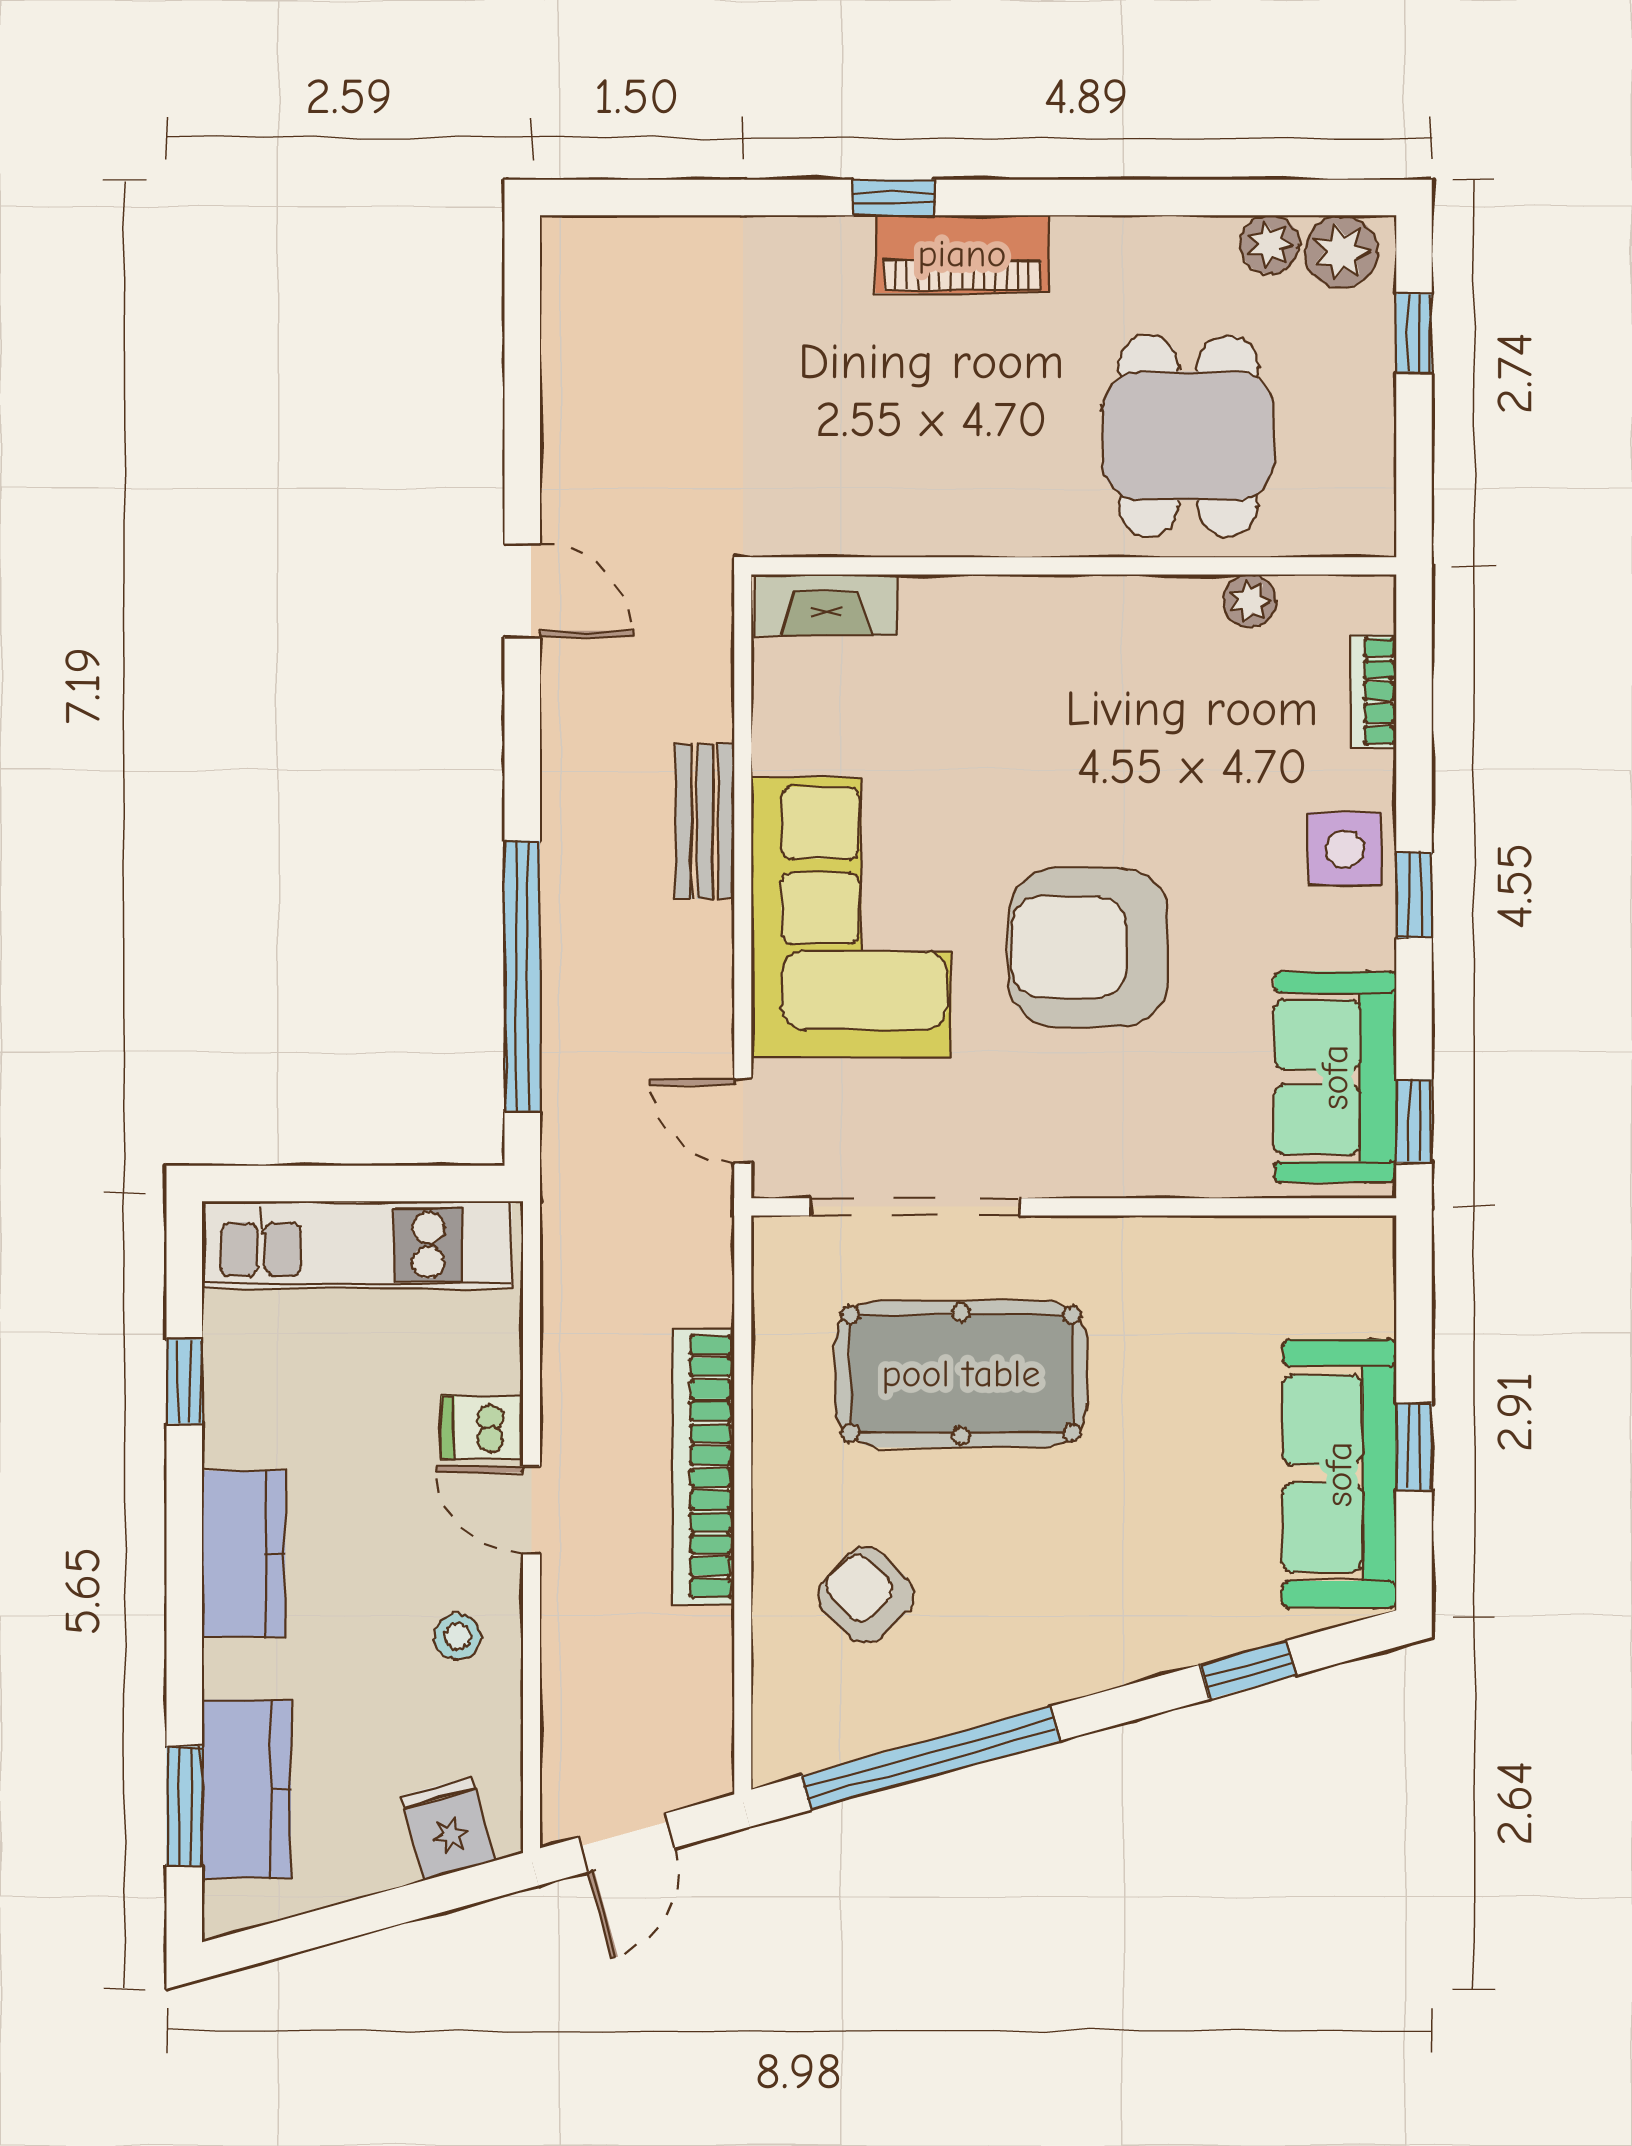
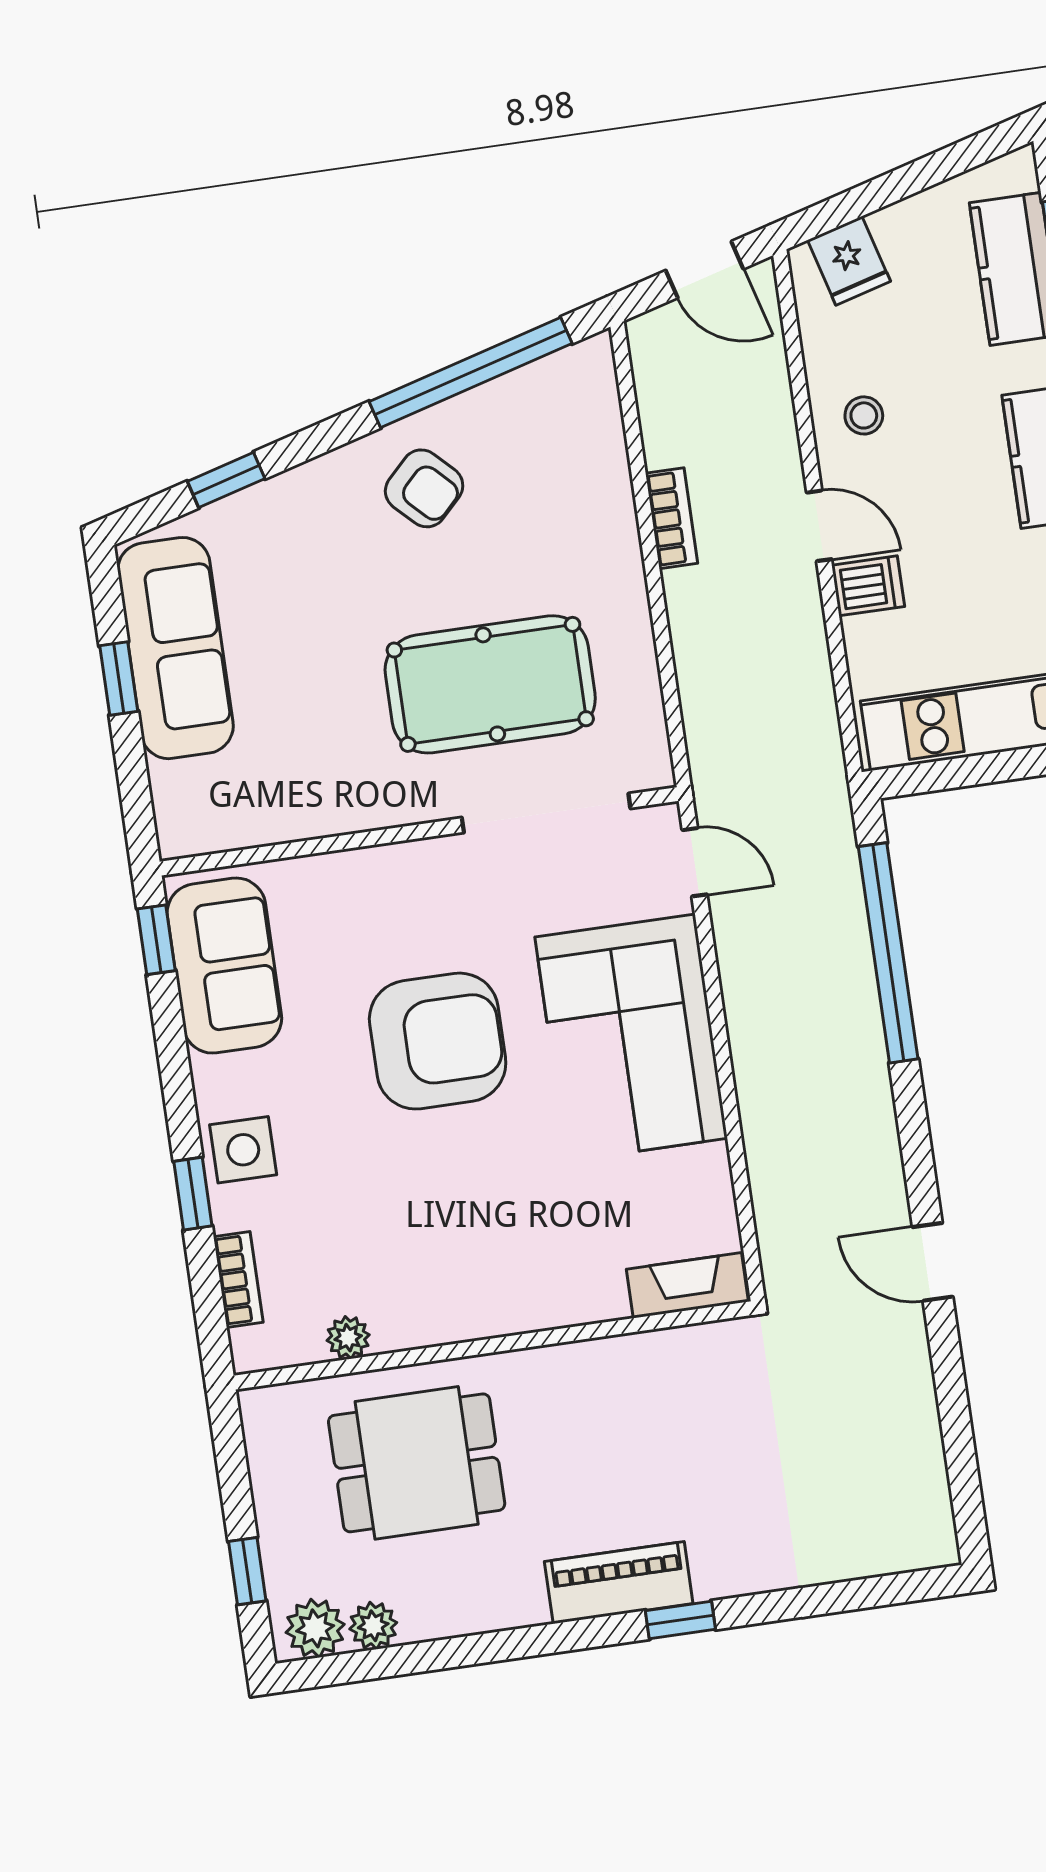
dining table: (1188, 436) -> (417, 1463), turned 90
bench: (705, 822) -> (760, 1098), removed
window: (1414, 895) -> (193, 1194), moved
bookcase: (703, 1467) -> (672, 518), width x0.43, depth x0.76
armchair: (866, 1595) -> (424, 488), moved
door: (626, 1843) -> (705, 270), swing flipped

